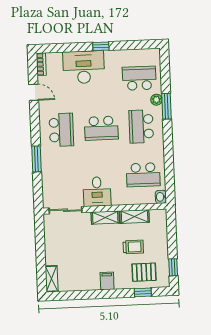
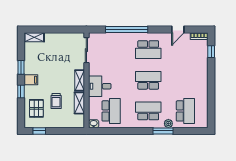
window: (101, 46) -> (211, 52), moved
desk: (84, 67) -> (196, 69), removed
school desk: (101, 128) -> (148, 80), turned 90
window: (36, 159) -> (127, 30), width x2.11
school desk: (143, 175) -> (111, 111), turned 180
desk: (97, 192) -> (100, 86), moved
window: (143, 292) -> (21, 91), moved
window: (91, 294) -> (21, 67), added

